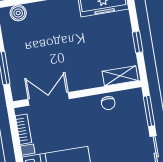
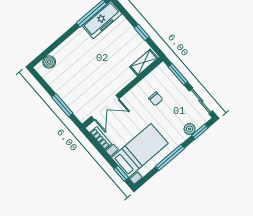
double door: (49, 99) -> (105, 107), swing flipped
chair: (108, 103) -> (156, 99), moved

